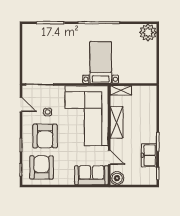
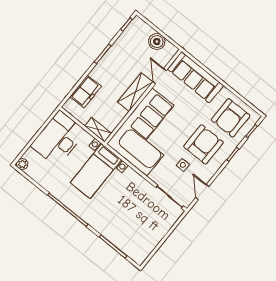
plant: (148, 32) -> (22, 164), width x0.53, depth x0.53
desk: (142, 64) -> (58, 139), added
shelving: (117, 122) -> (135, 92), moved
freezer: (149, 155) -> (86, 92), moved
sofa: (91, 175) -> (195, 77), width x1.36
boiler: (117, 178) -> (157, 41), moved

